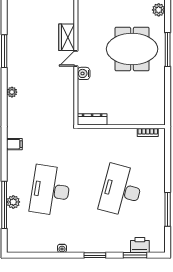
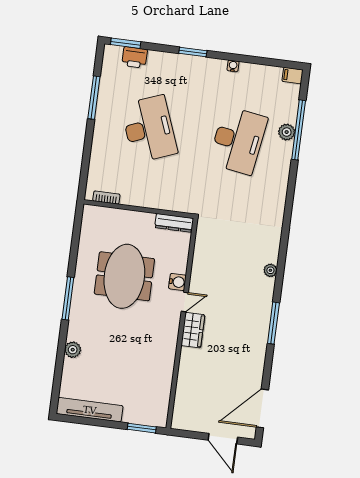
meeting table: (132, 49) -> (124, 276), moved, turned 90
filing cabinet: (14, 144) -> (293, 76), moved
desk: (121, 190) -> (149, 129), turned -36
window: (135, 255) -> (126, 43), moved

